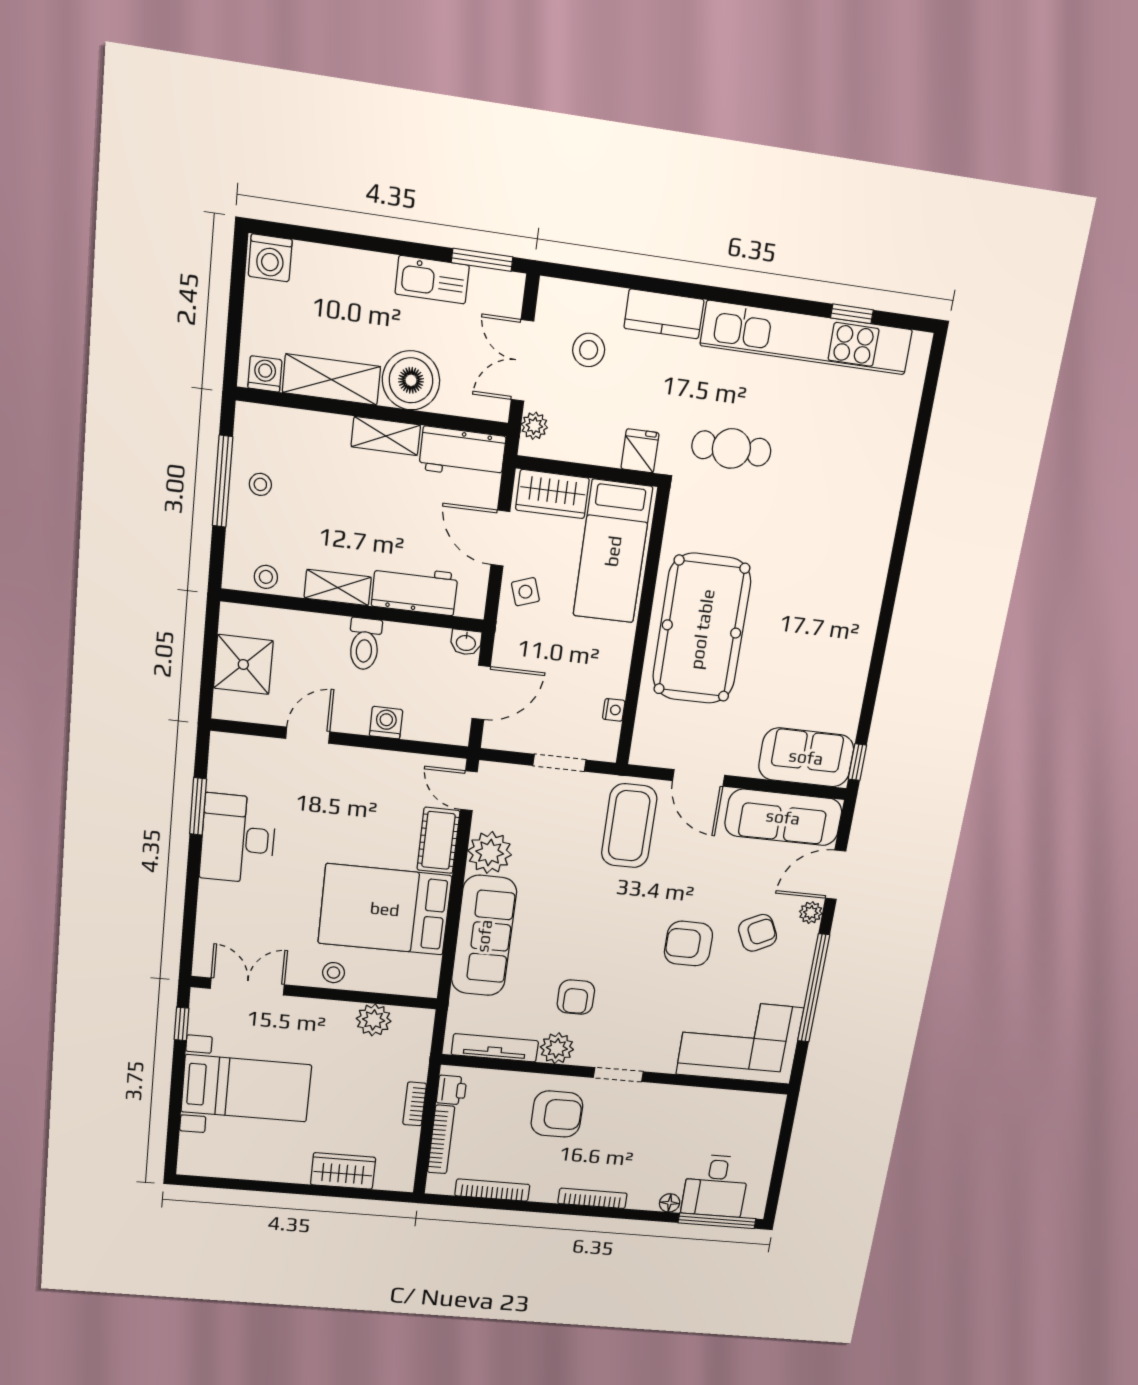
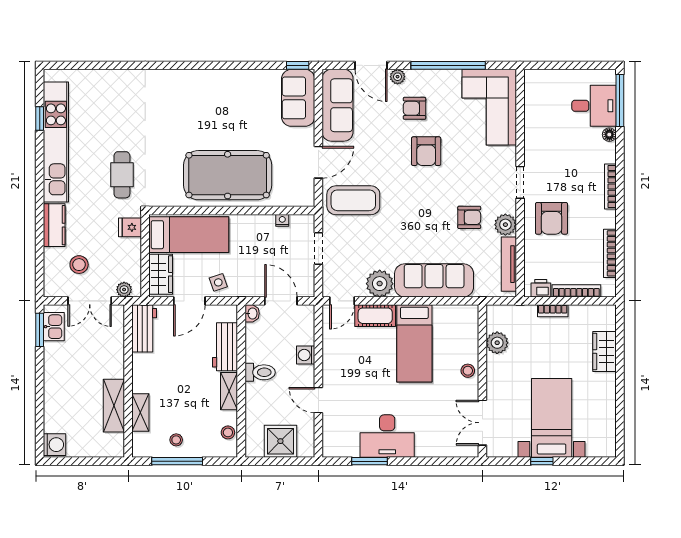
kitchen sink: (432, 280) -> (54, 327), moved, width x0.73
washing machine: (265, 374) -> (116, 442), removed
boiler: (411, 380) -> (108, 362), removed
shelving: (386, 436) -> (140, 413), moved
bed: (385, 909) -> (414, 343), width x0.67
armchair: (758, 933) -> (414, 108), turned -64
window: (182, 1024) -> (542, 461), moved
armchair: (557, 1114) -> (551, 218), turned 180

